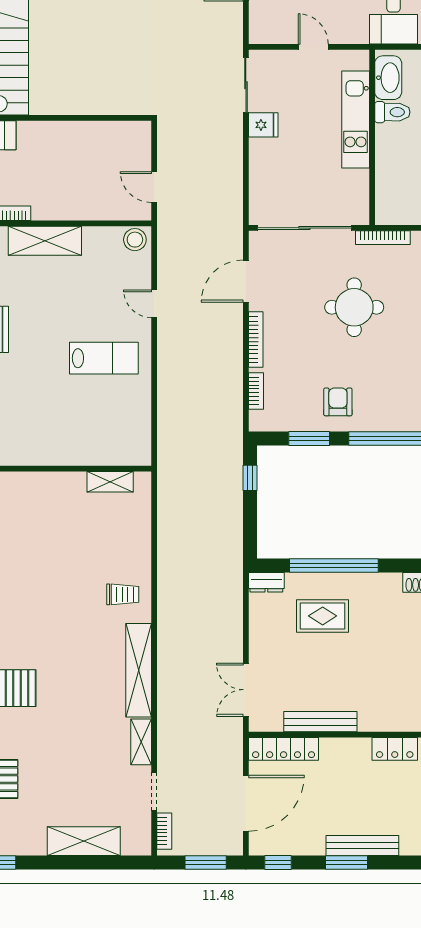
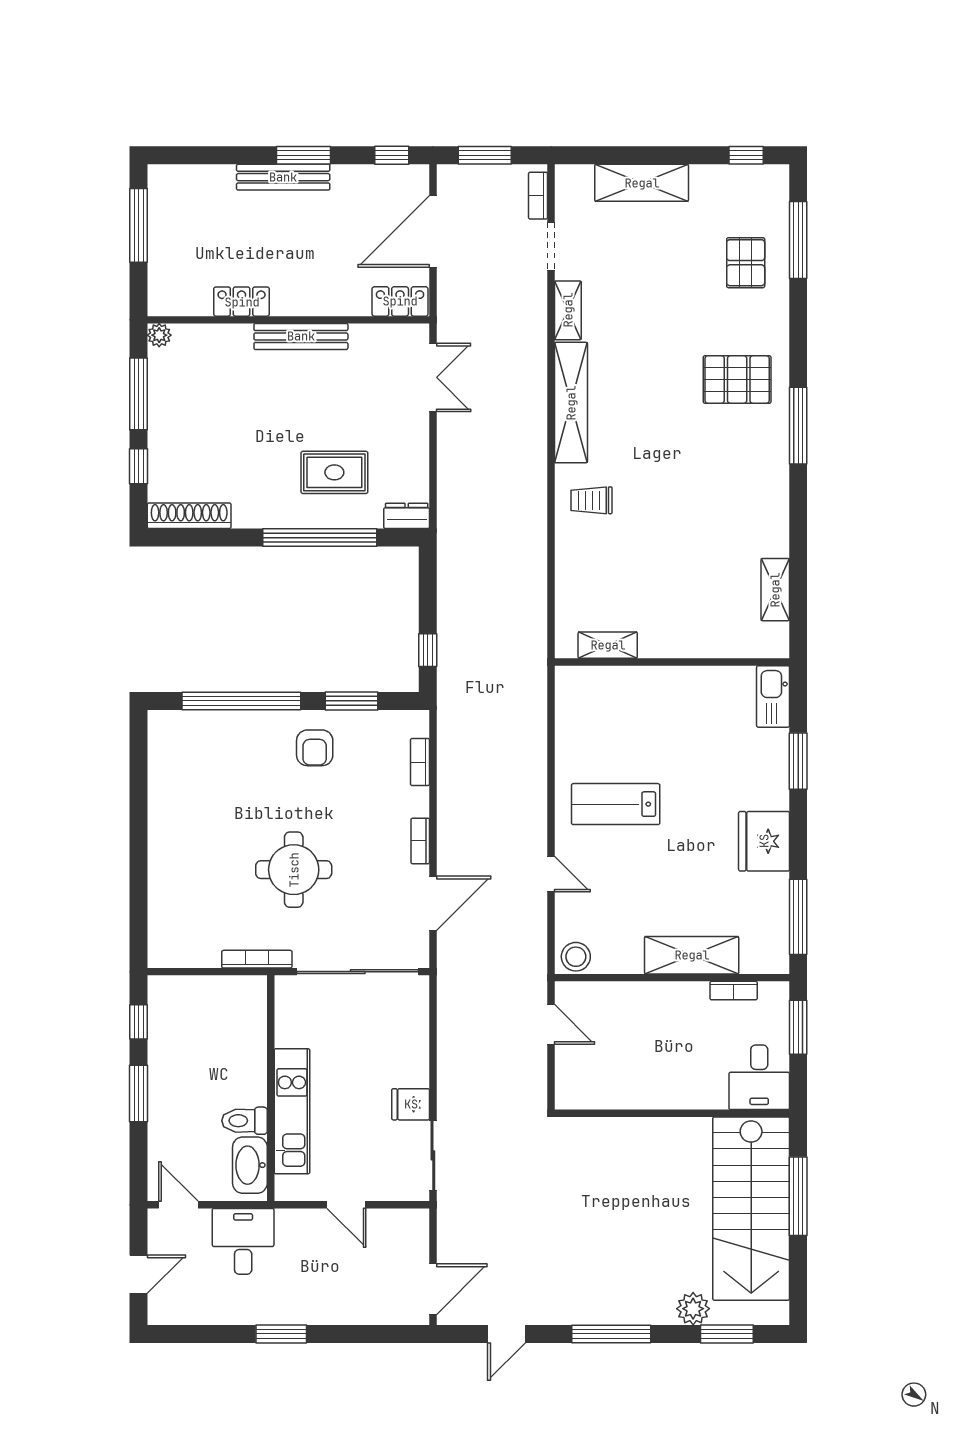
bookcase: (256, 340) -> (420, 841), width x0.64
bench: (320, 722) -> (301, 336), moved
locker: (284, 749) -> (400, 301), width x0.66

